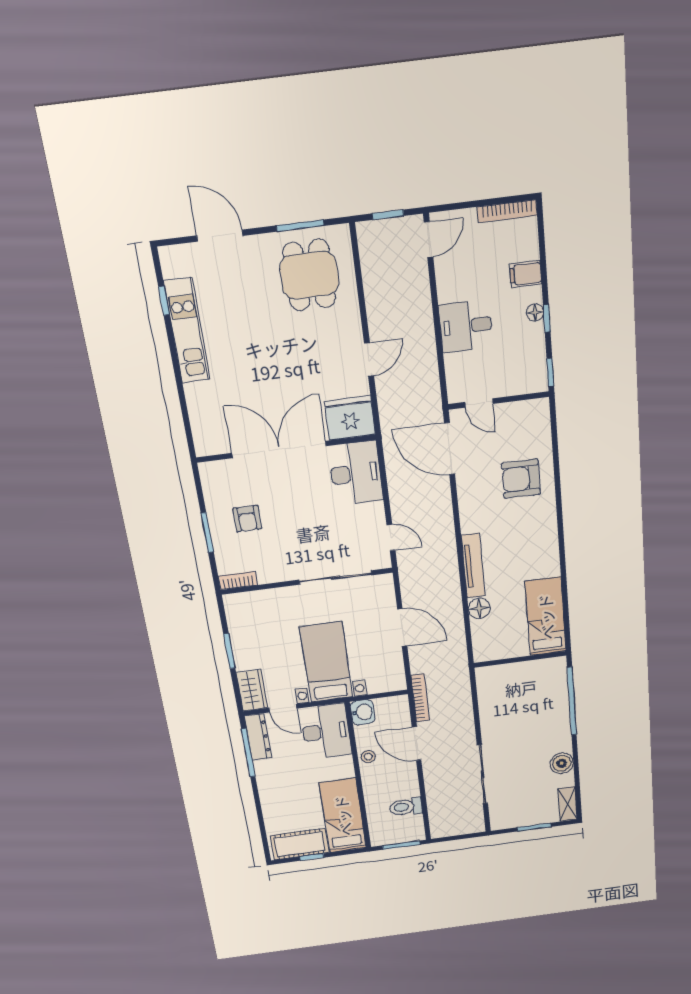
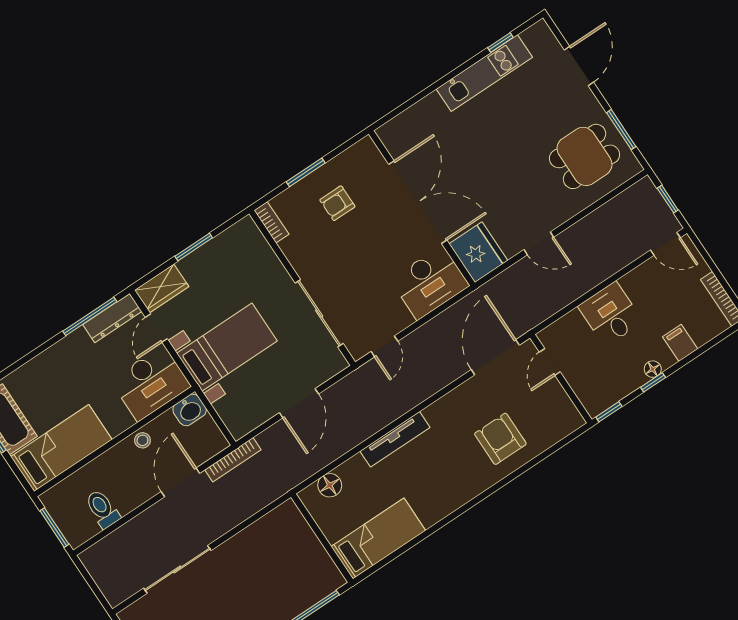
floor lamp: (479, 608) -> (330, 485), moved

